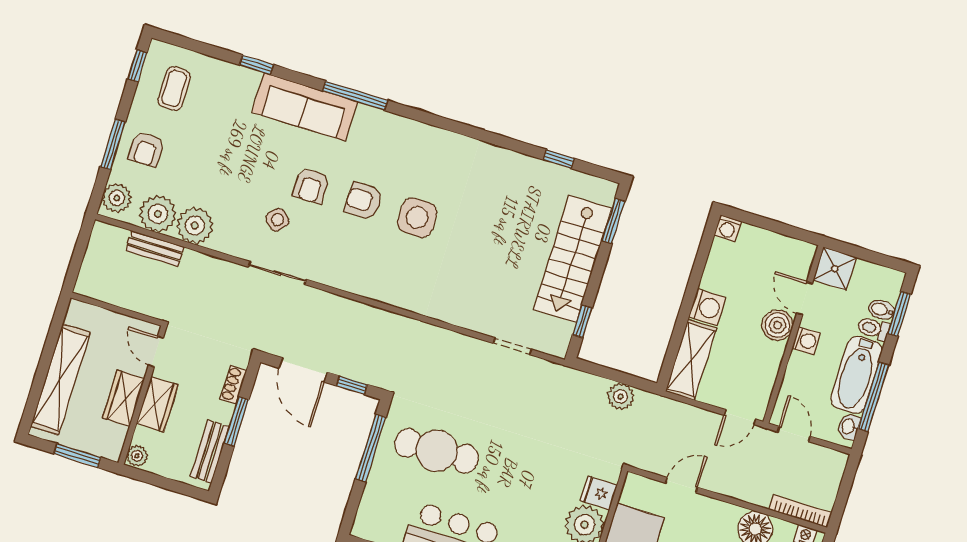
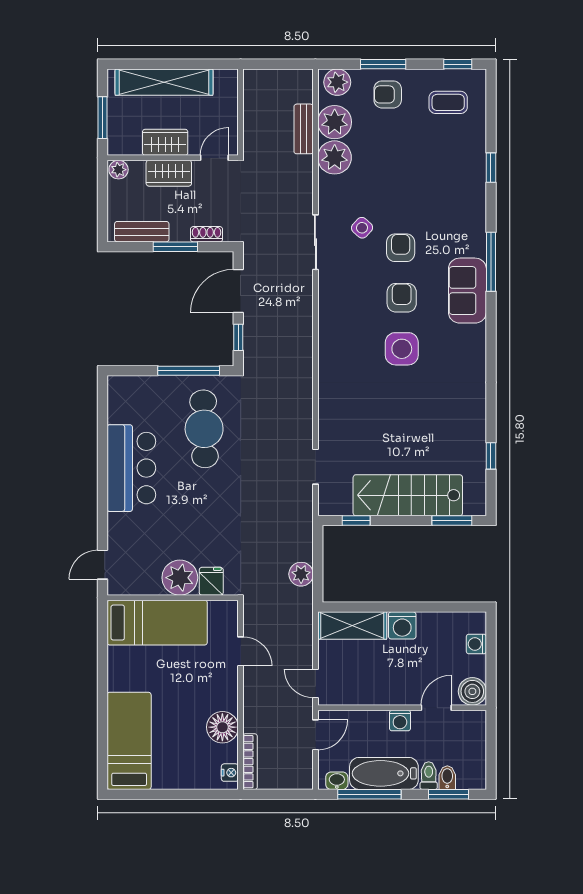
sofa: (305, 107) -> (467, 291), moved, width x0.73
armchair: (311, 186) -> (401, 248), turned 90
washing machine: (728, 228) -> (476, 644), moved
shower: (835, 269) -> (470, 726), removed
boiler: (778, 325) -> (472, 691), moved

